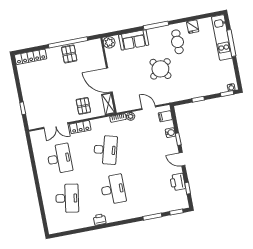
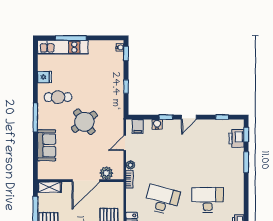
plant: (109, 42) -> (106, 173), moved
shelving: (108, 104) -> (49, 187), moved
printer: (178, 182) -> (236, 138), moved, turned 90

